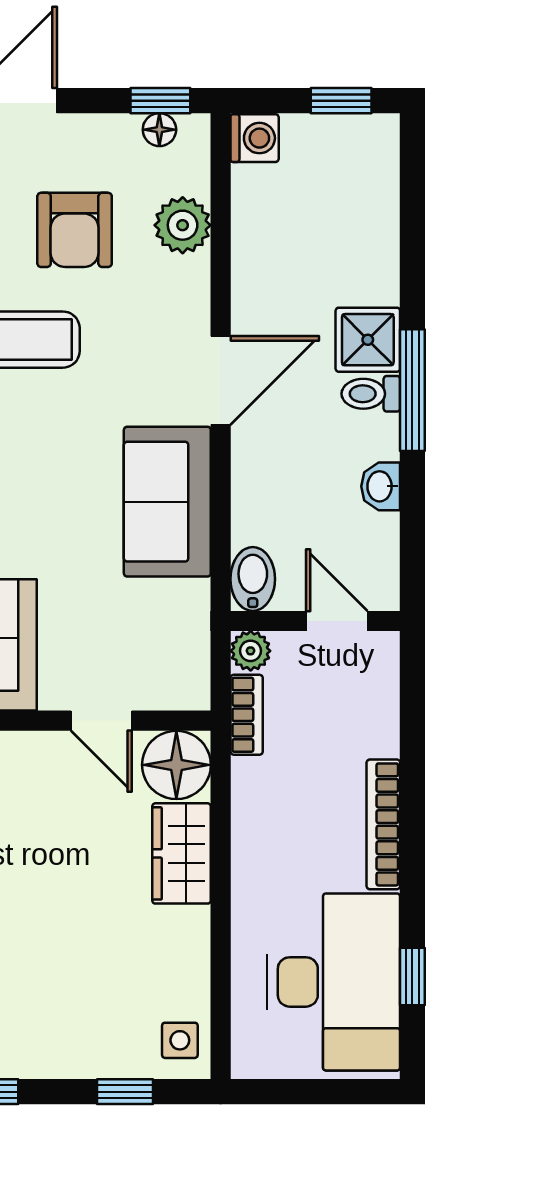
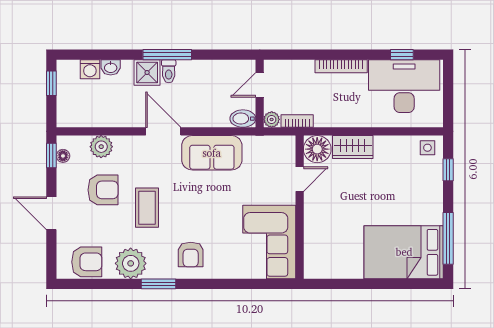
washing machine: (255, 138) -> (90, 69), moved, turned 180
washbasin: (381, 486) -> (111, 67), moved

